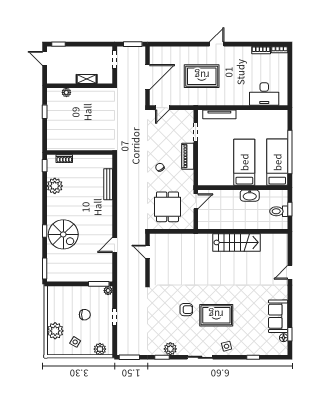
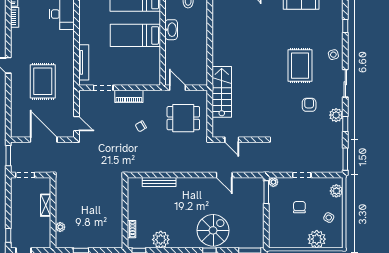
stairs: (236, 242) -> (222, 92), moved
door: (148, 252) -> (232, 140), hinge flipped
armchair: (186, 310) -> (309, 105), moved

